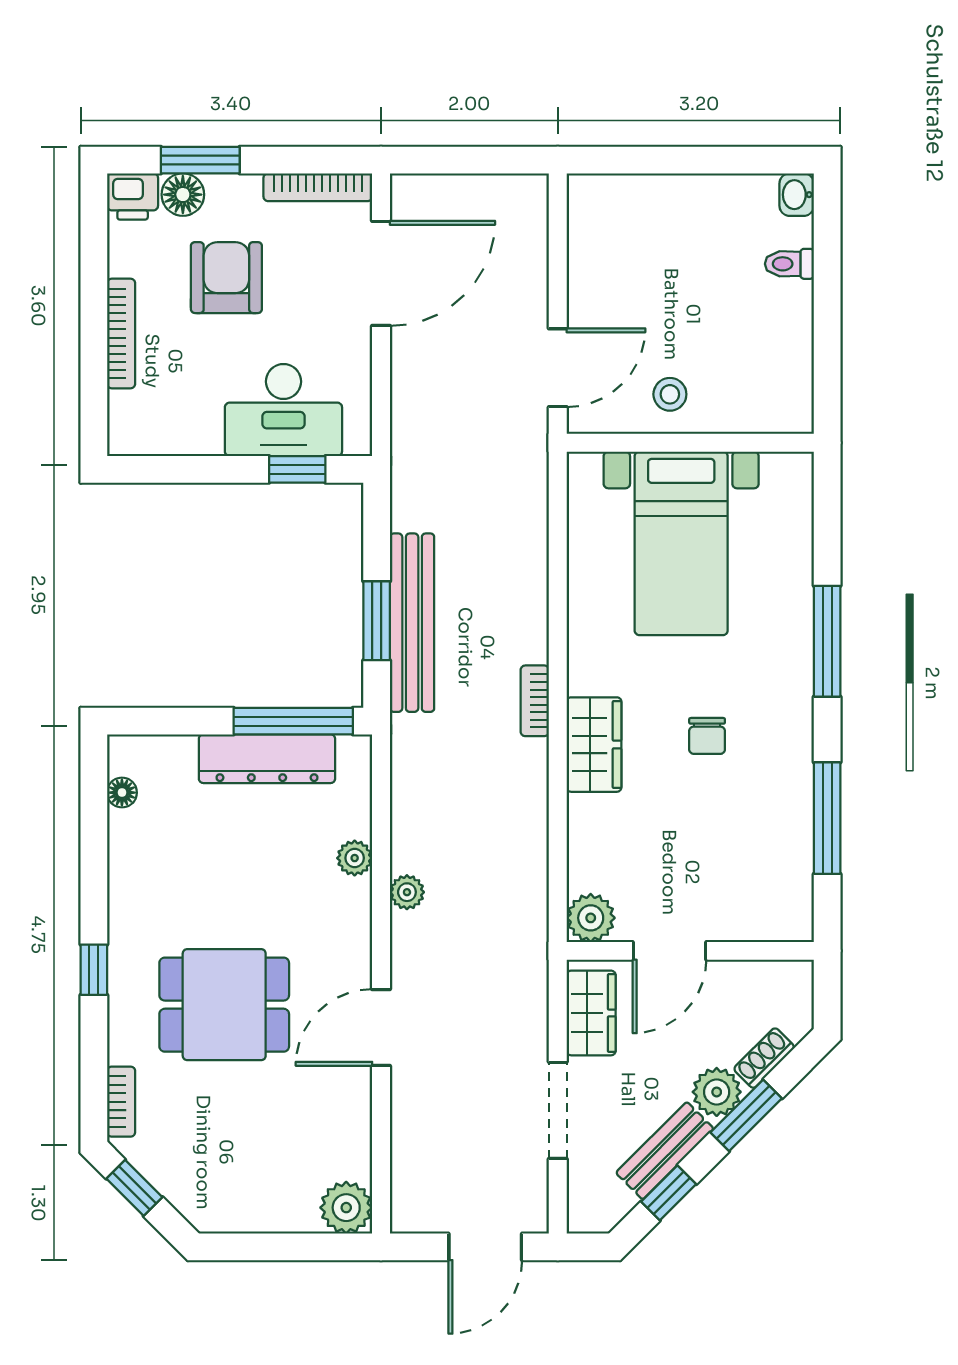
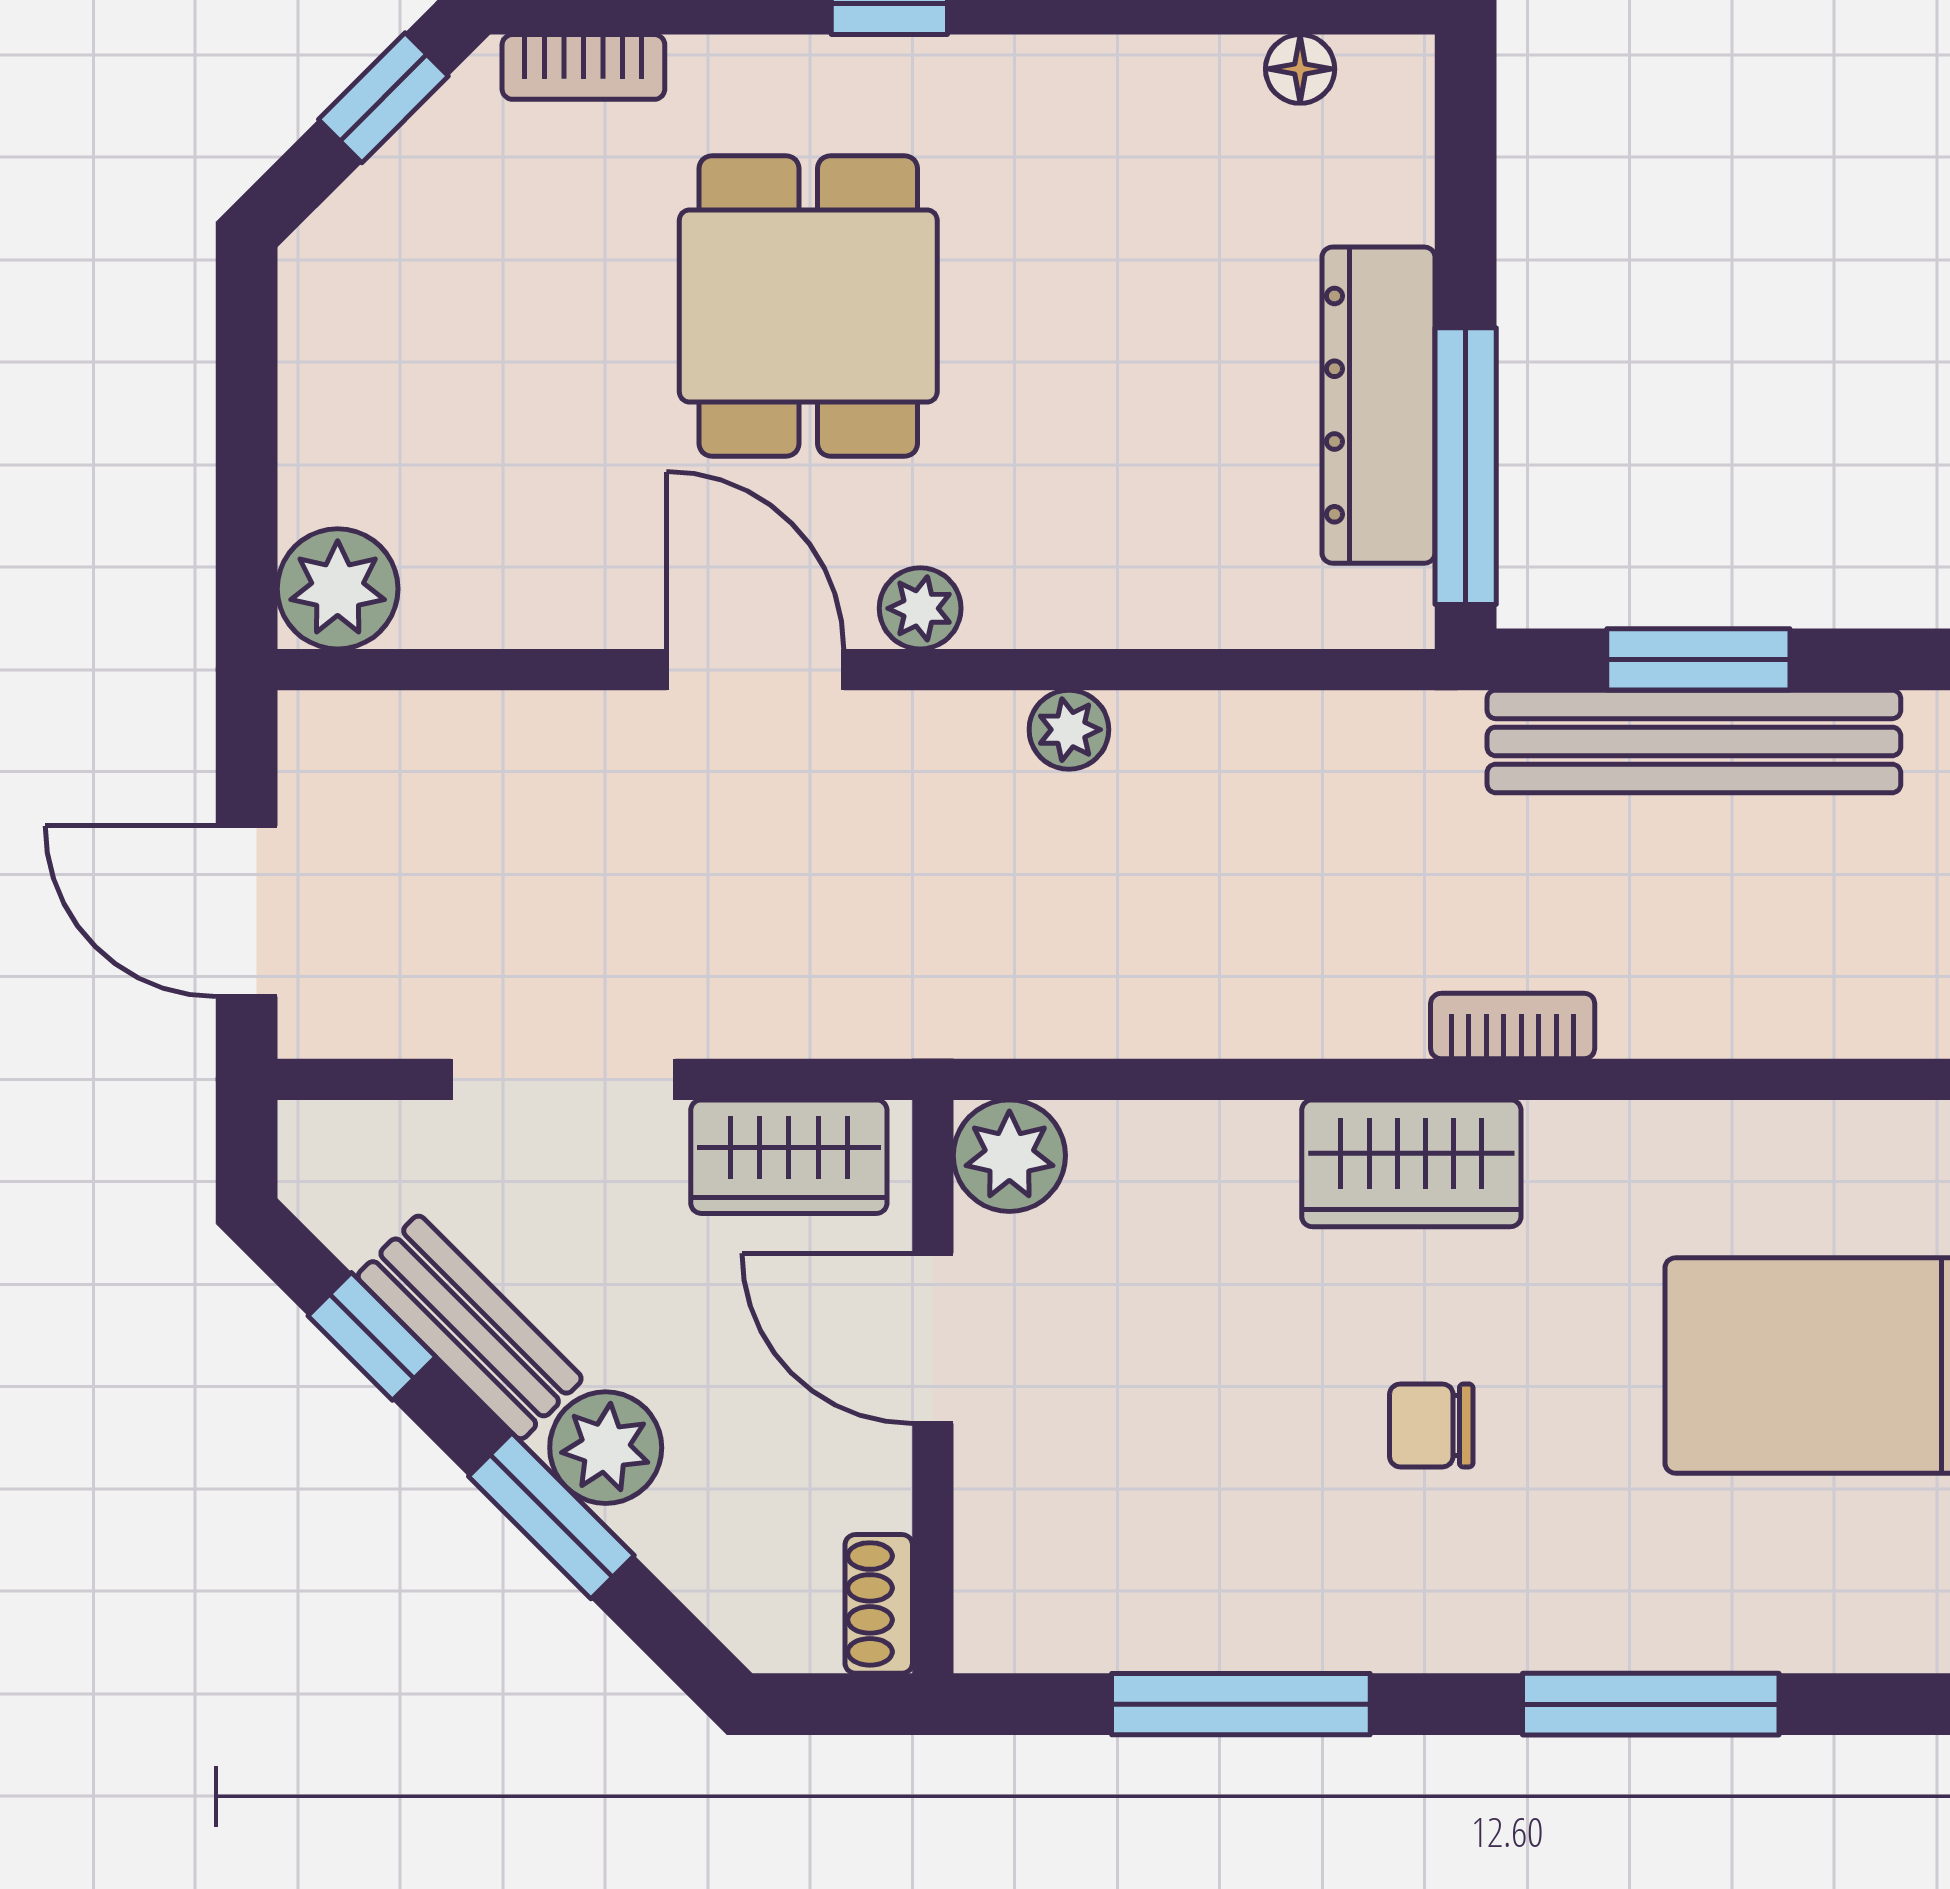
plant: (355, 858) -> (920, 608), moved
shoe rack: (764, 1058) -> (879, 1604), moved, turned -135

